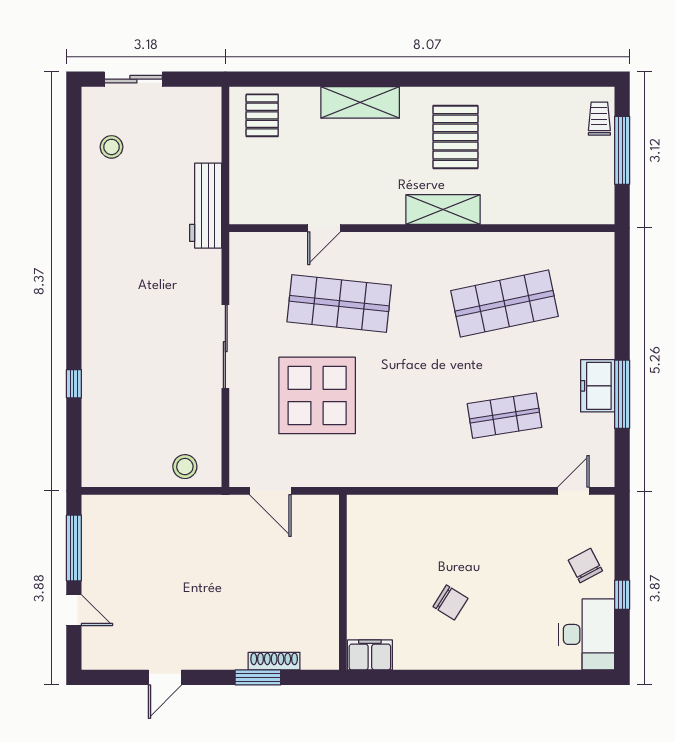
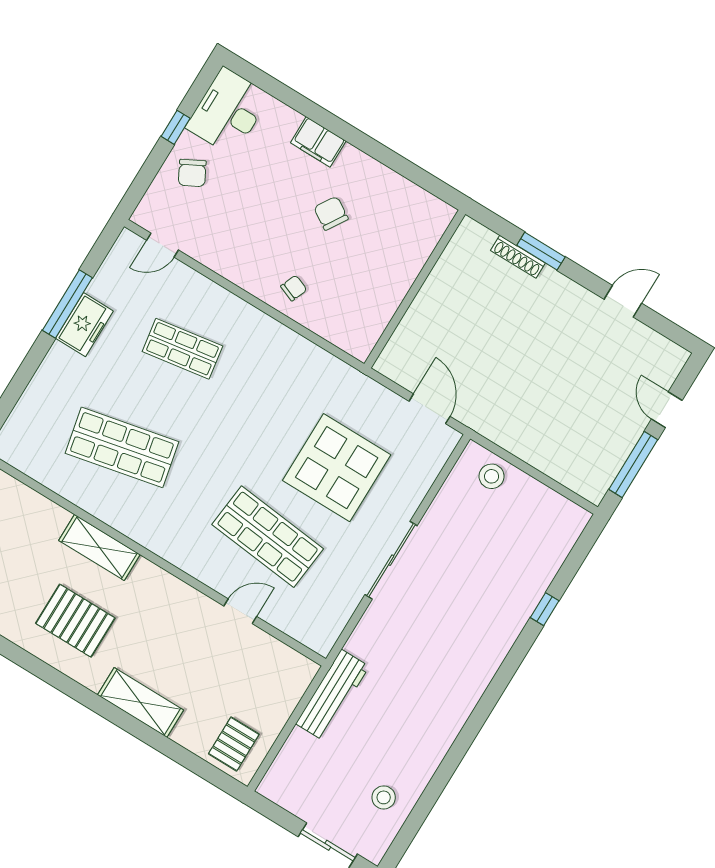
pallet: (455, 137) -> (75, 621), turned 90
shelving: (443, 210) -> (99, 547), moved
chair: (443, 522) -> (294, 288), added
filing cabinet: (370, 655) -> (318, 142), moved

